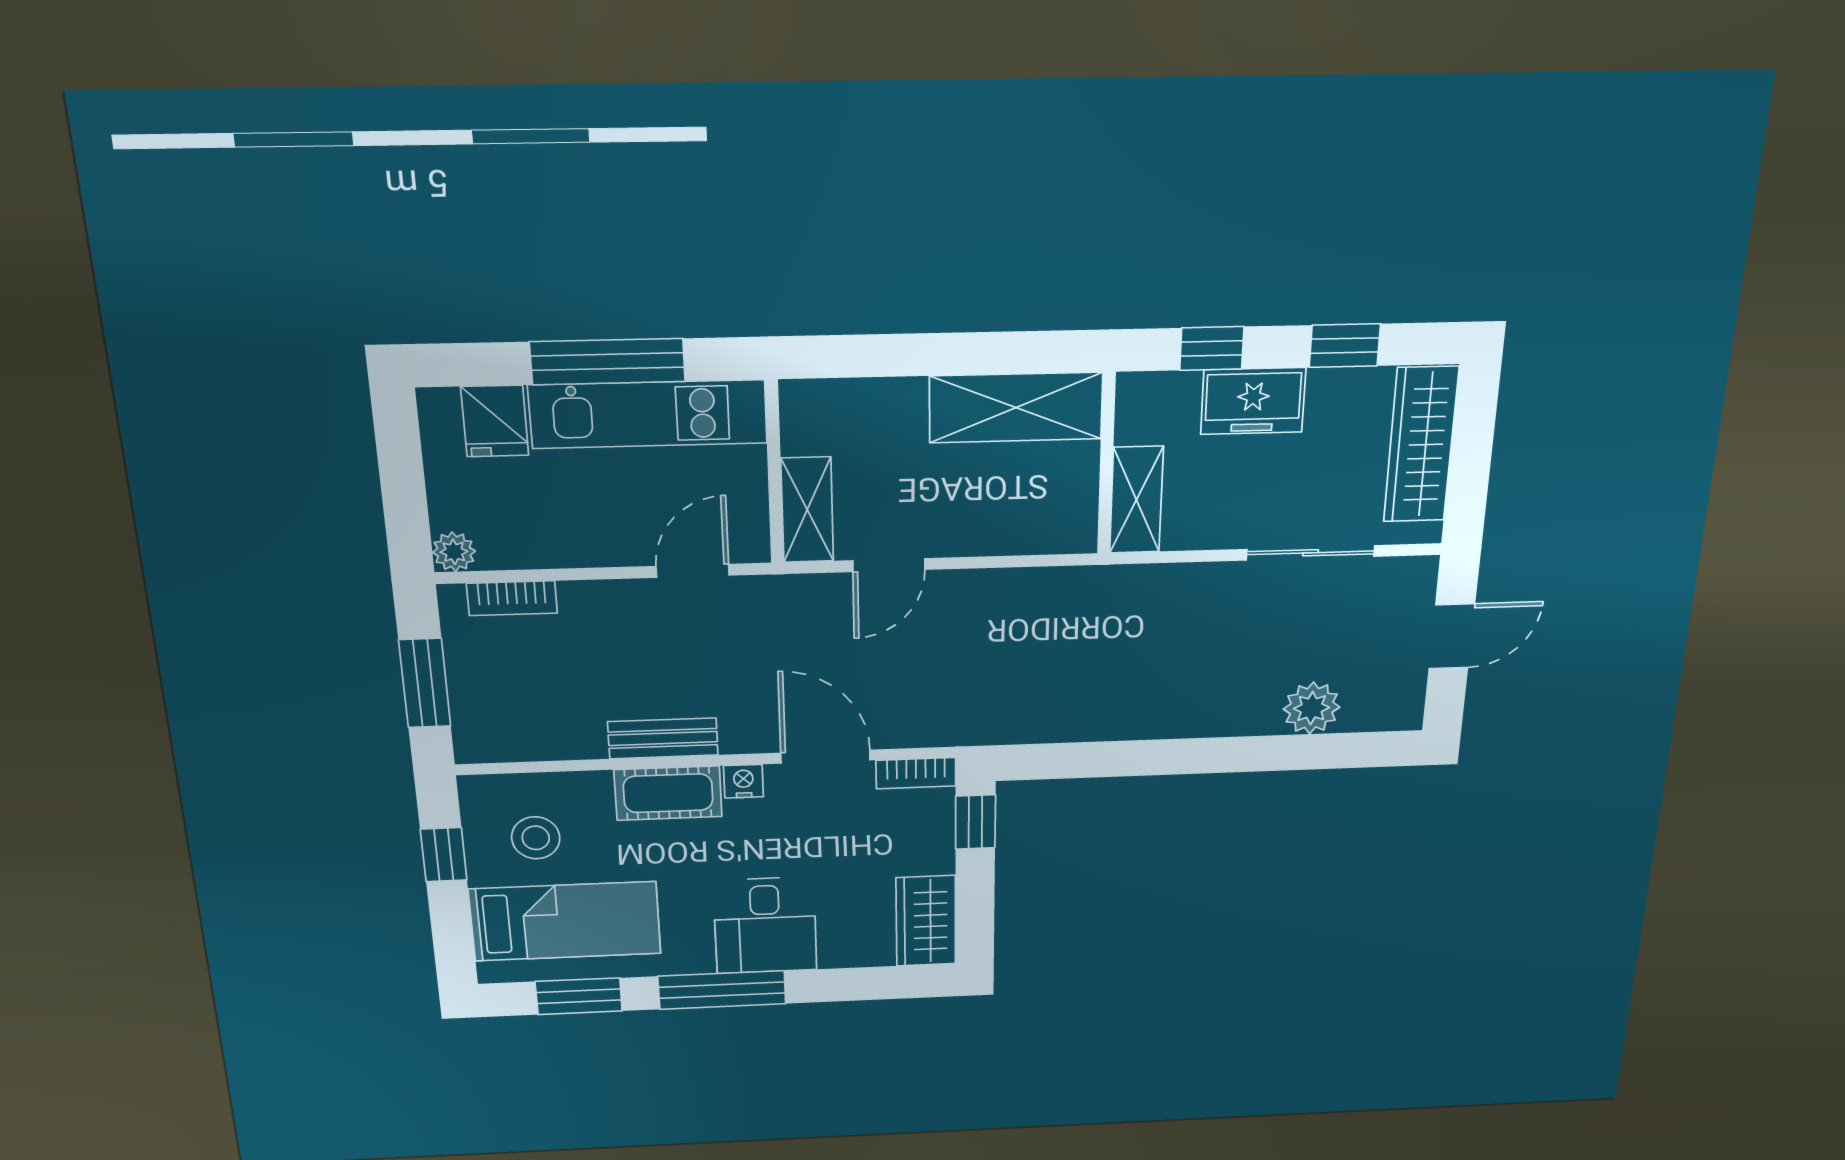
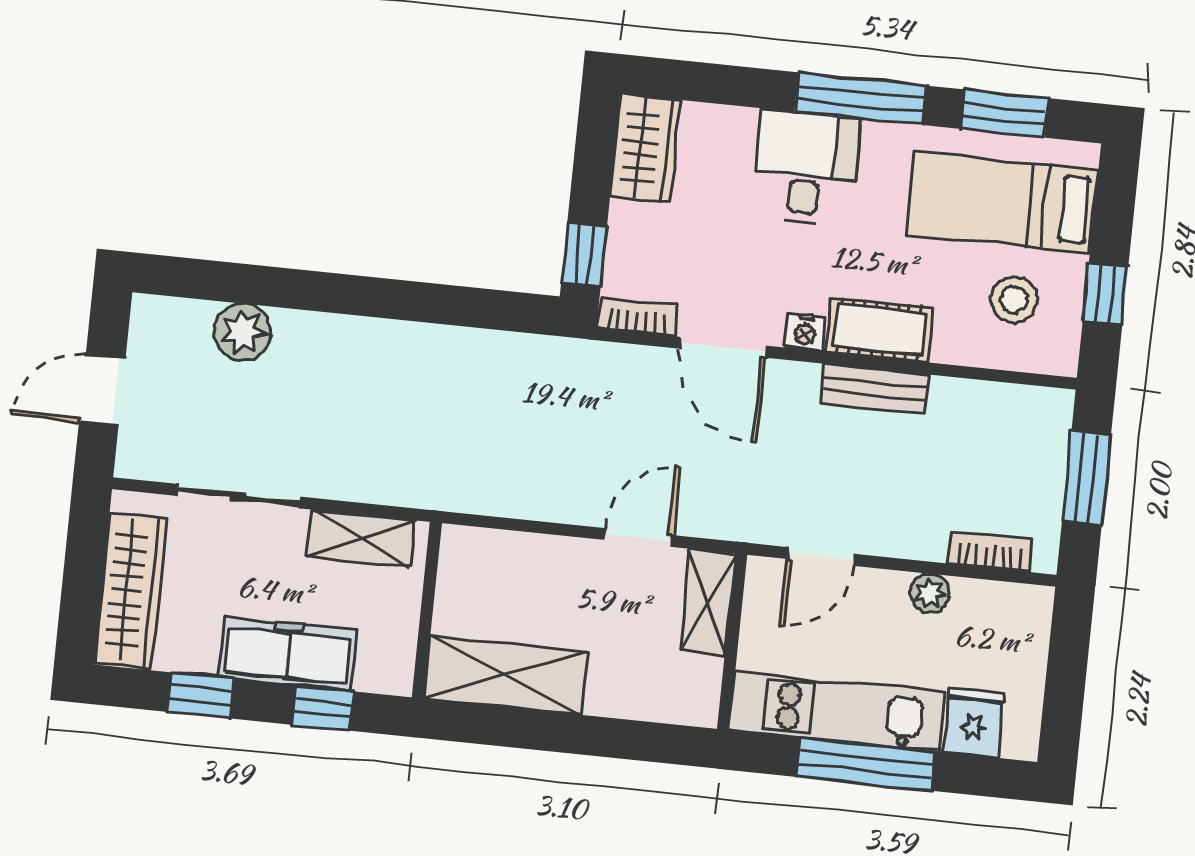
freezer: (1253, 401) -> (287, 653), width x1.40
shelving: (1136, 500) -> (361, 539), moved, turned 90
plant: (454, 552) -> (930, 593), moved

